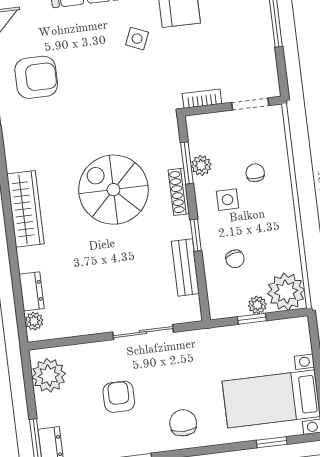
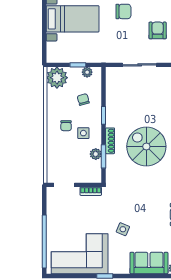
chair: (255, 173) -> (66, 126), moved
spiral stairs: (113, 190) -> (146, 146), turned 180
bench: (185, 267) -> (112, 98), removed
plant: (257, 305) -> (87, 72), moved
armchair: (119, 397) -> (158, 30), turned 180
chair: (183, 423) -> (123, 11), turned -90

